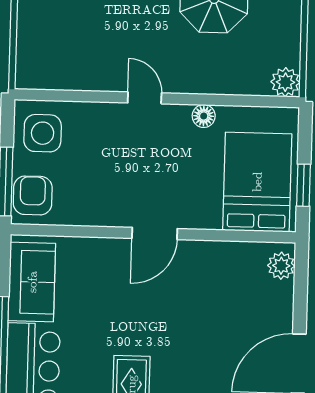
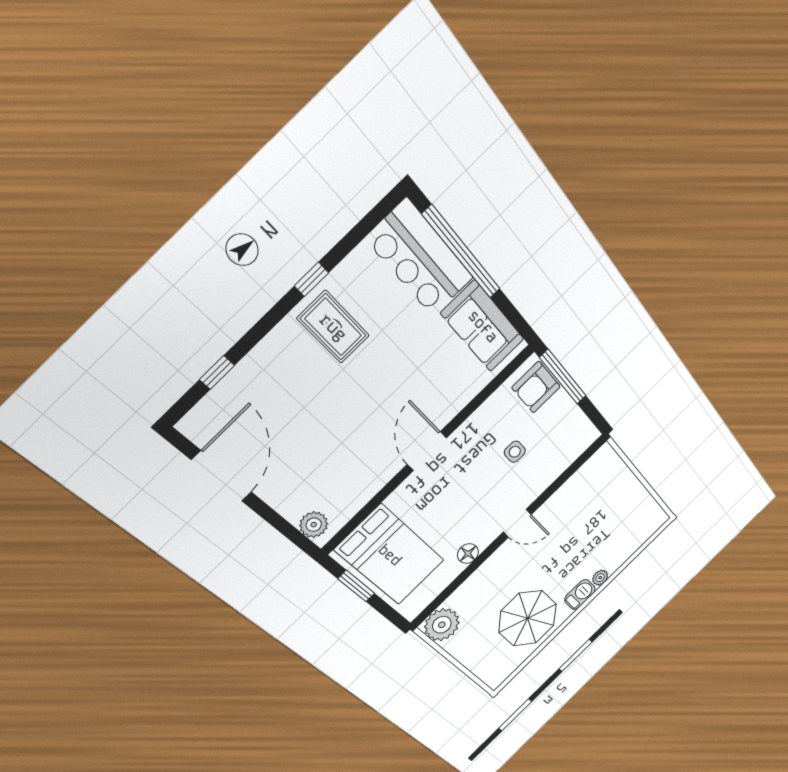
plant: (285, 82) -> (442, 625), width x1.36, depth x1.36
side table: (43, 133) -> (515, 452), moved, width x0.54, depth x0.54
armchair: (33, 195) -> (536, 387), turned 90

